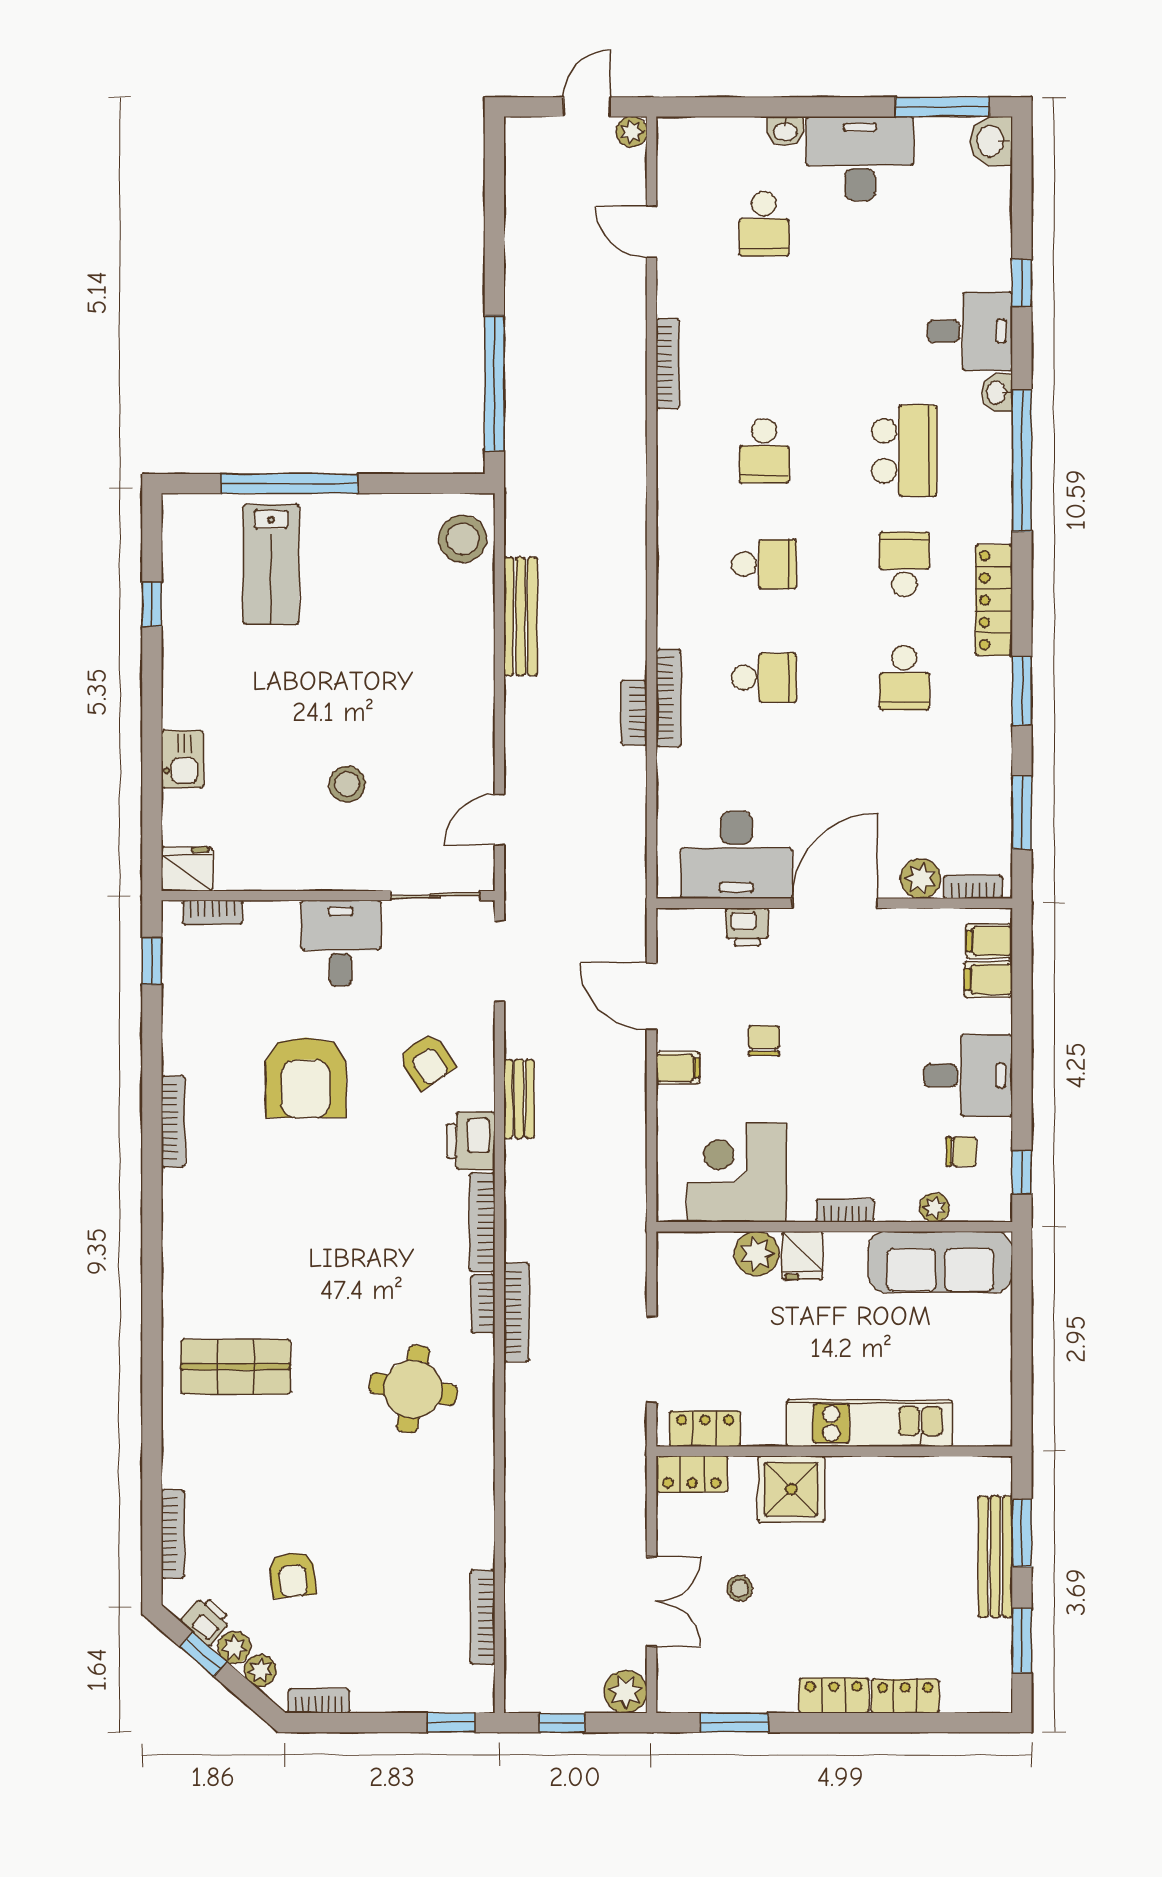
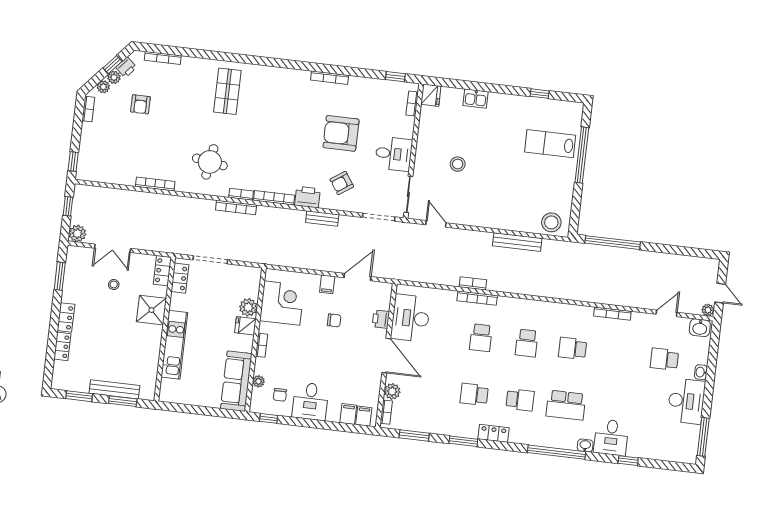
washbasin: (991, 141) -> (700, 328), moved, turned 180
locker: (994, 600) -> (494, 433), width x0.66
armchair: (292, 1575) -> (140, 104), turned -84
bookcase: (483, 1617) -> (155, 184), moved

